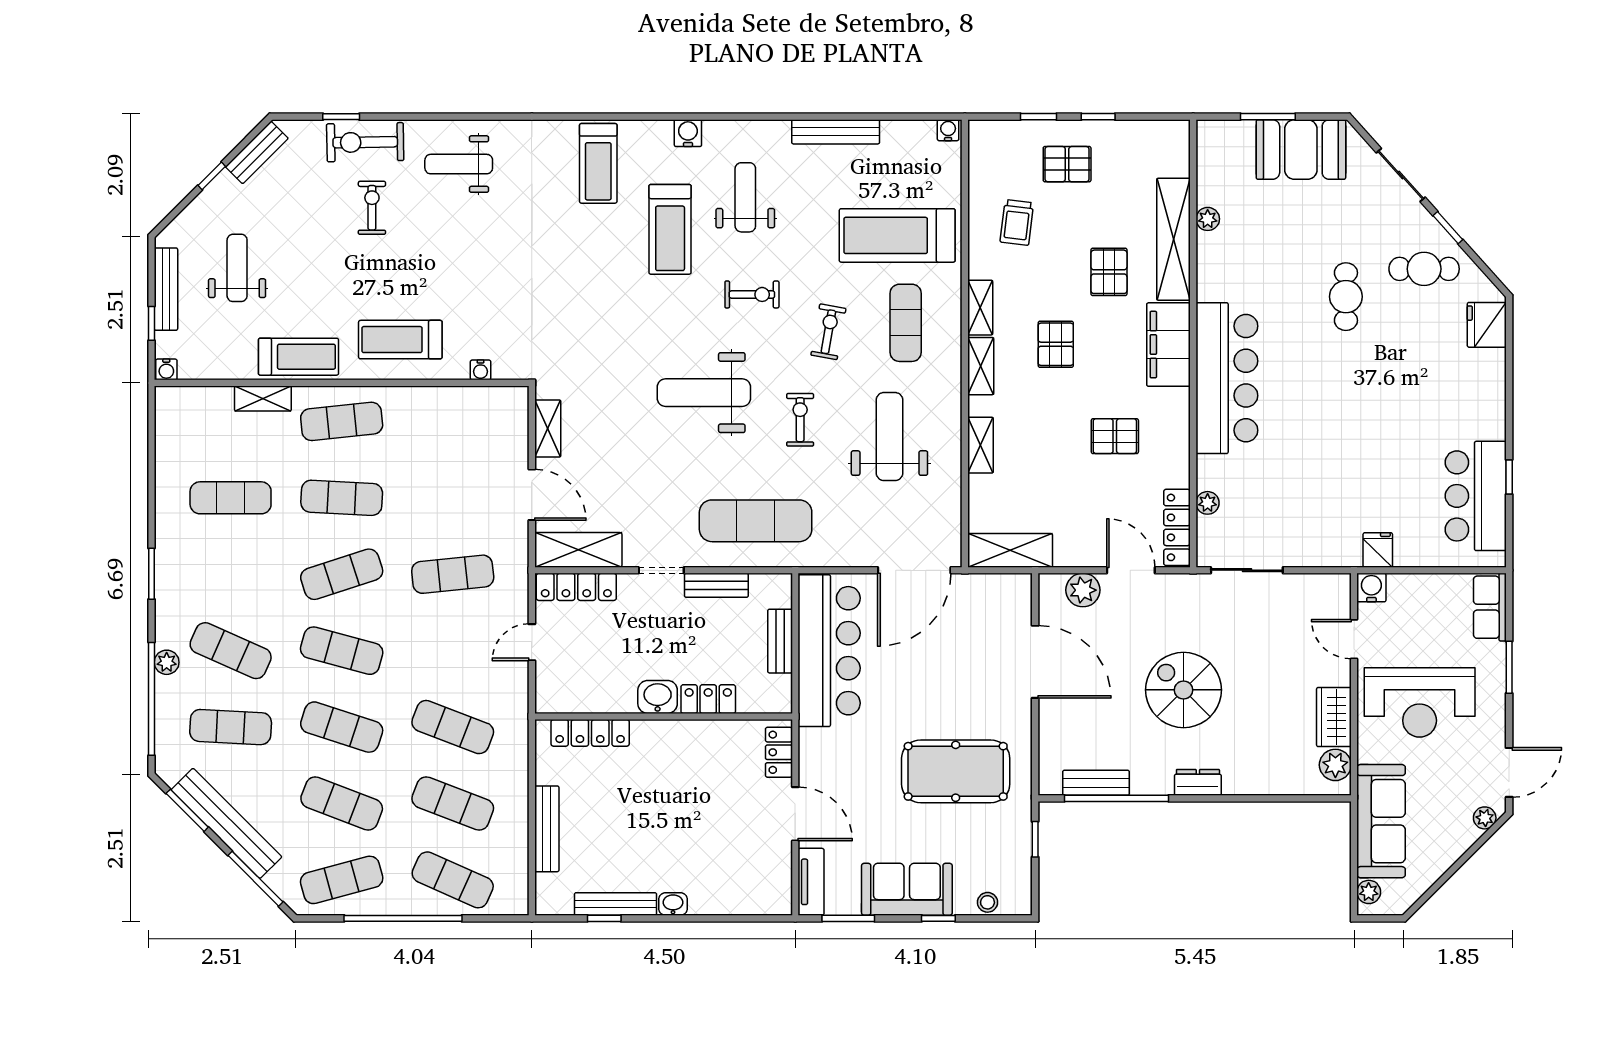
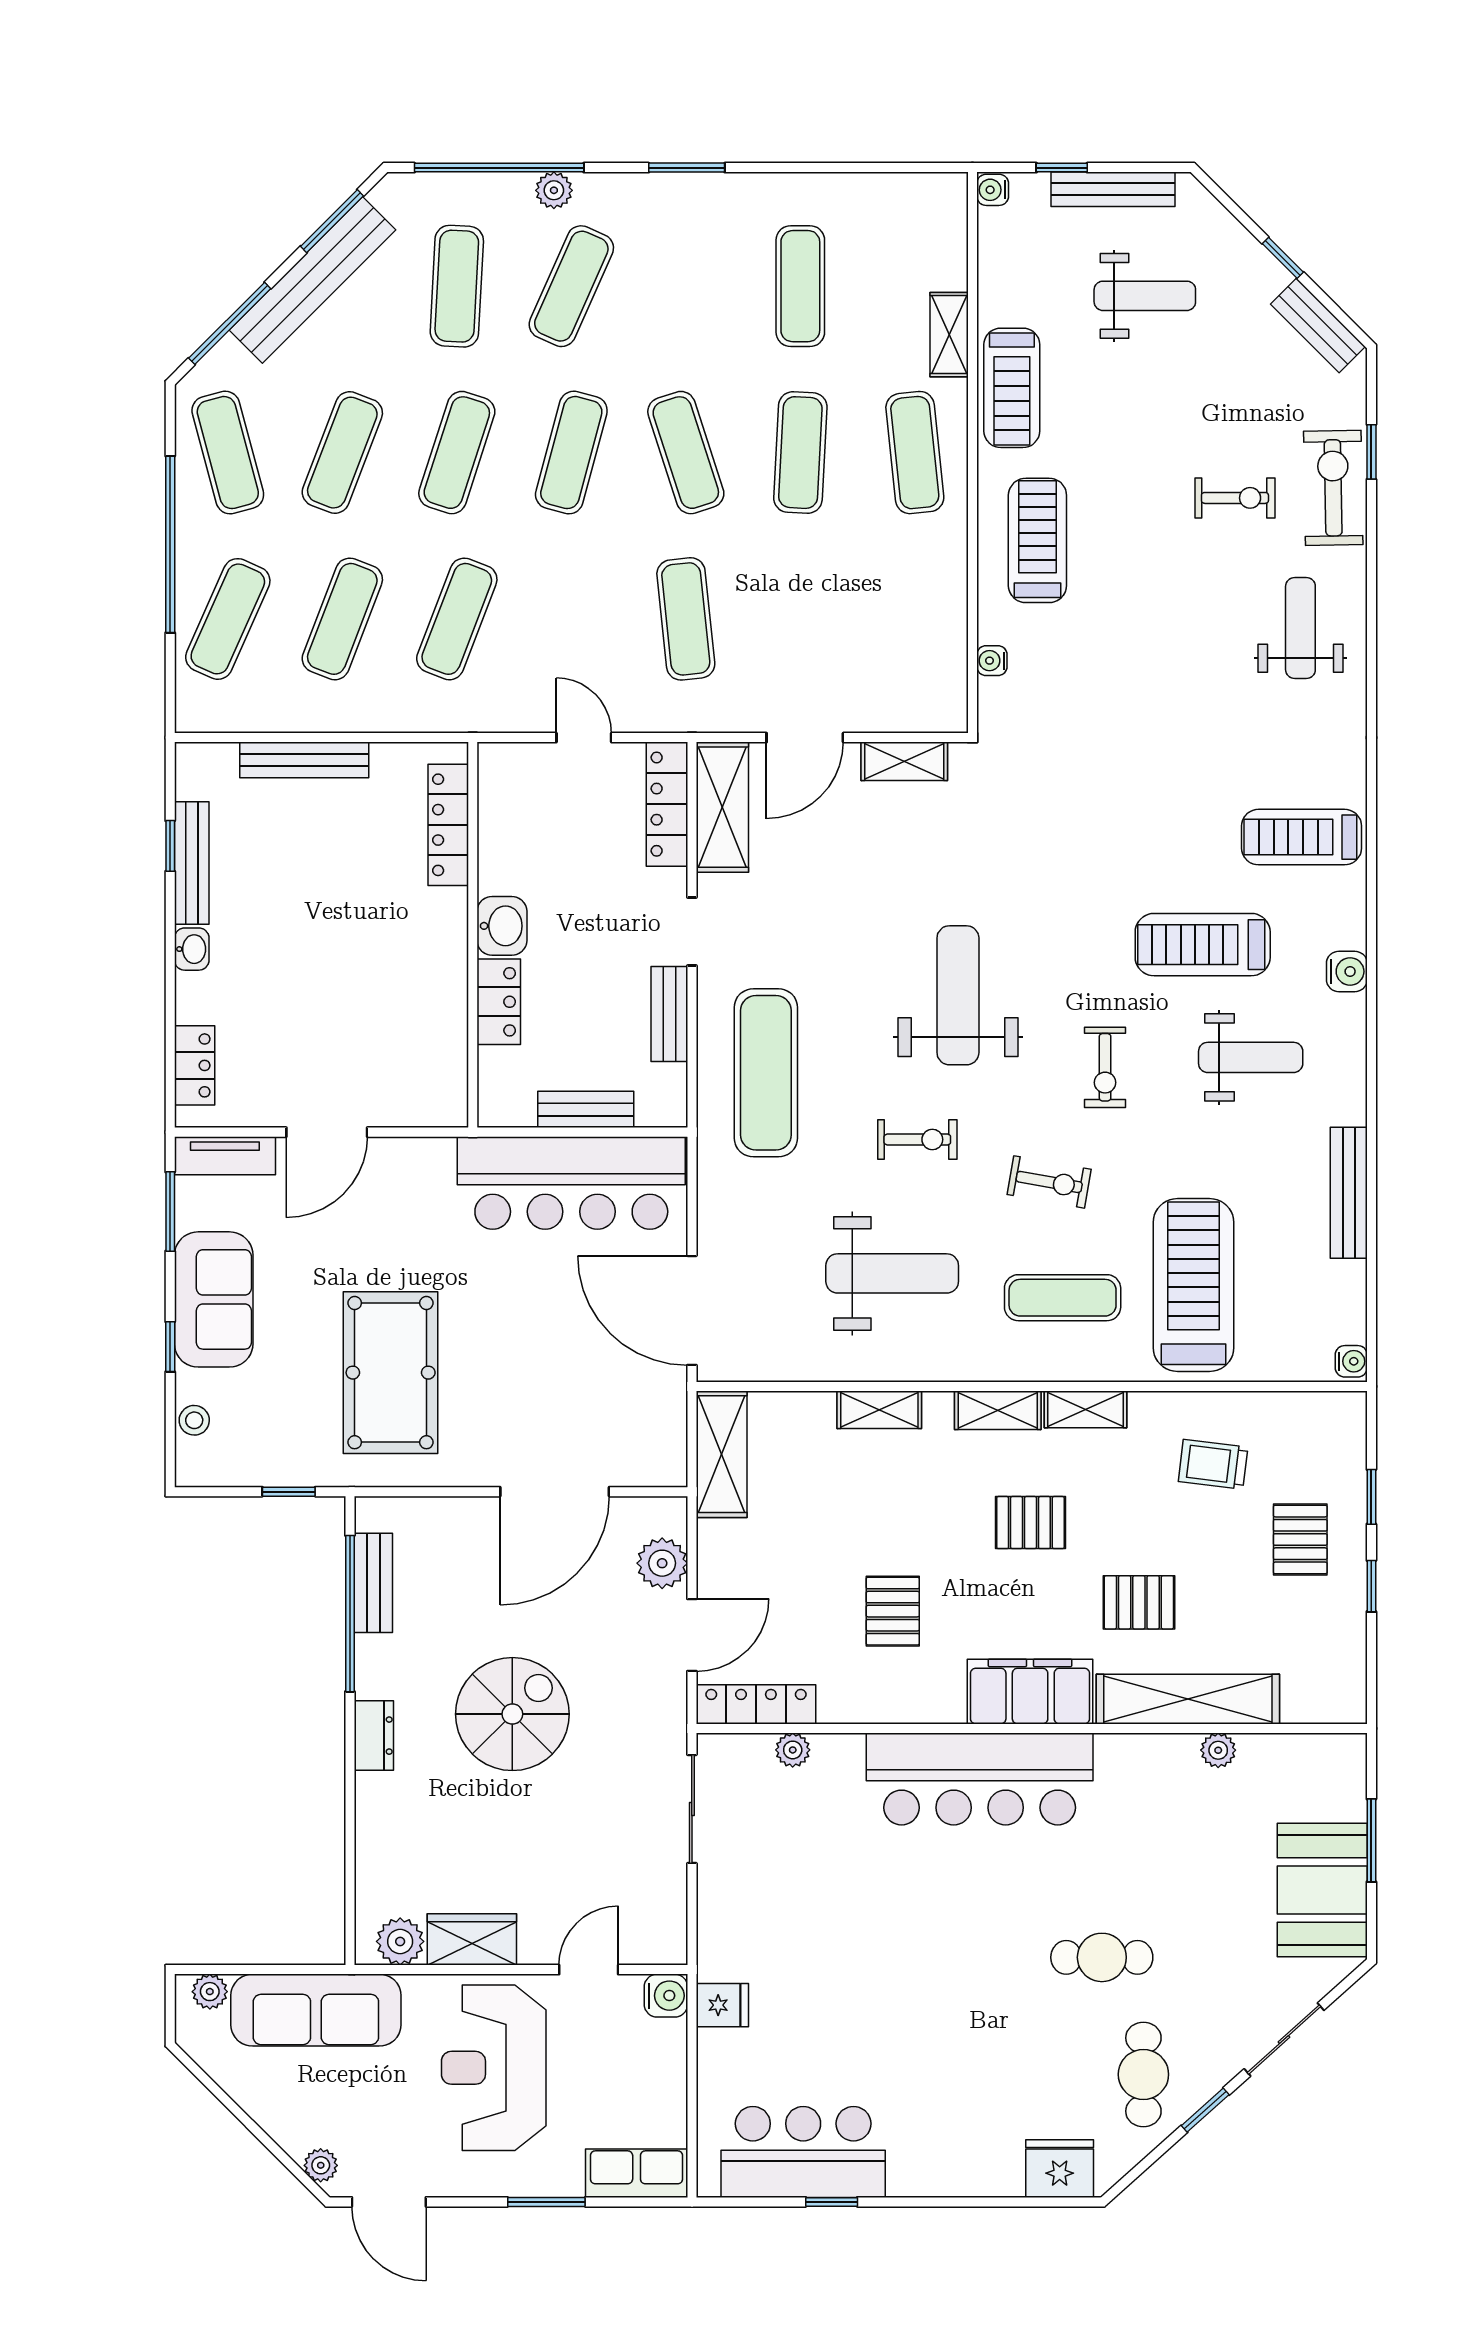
locker: (779, 752) -> (195, 1065), moved, turned 90

